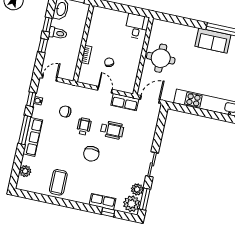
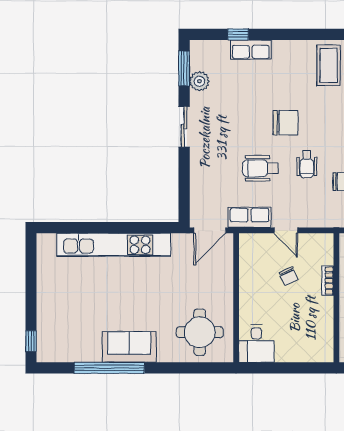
round table: (161, 58) -> (200, 332), moved
chair: (91, 154) -> (286, 123), turned 90
plant: (132, 204) -> (203, 56), removed

